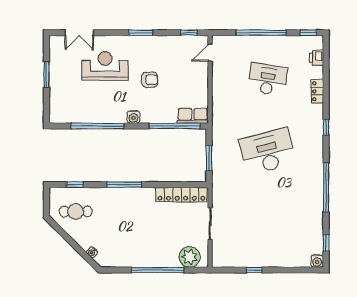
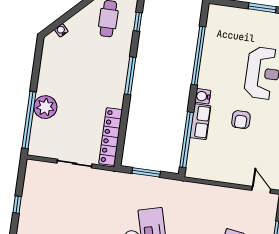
row of seats: (193, 116) -> (200, 122), moved
plant: (190, 257) -> (45, 107), moved
window: (158, 270) -> (29, 120), moved

